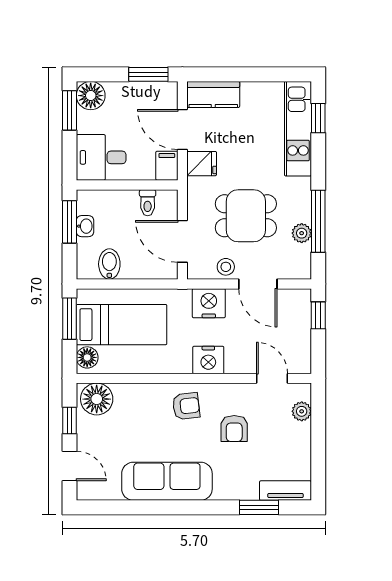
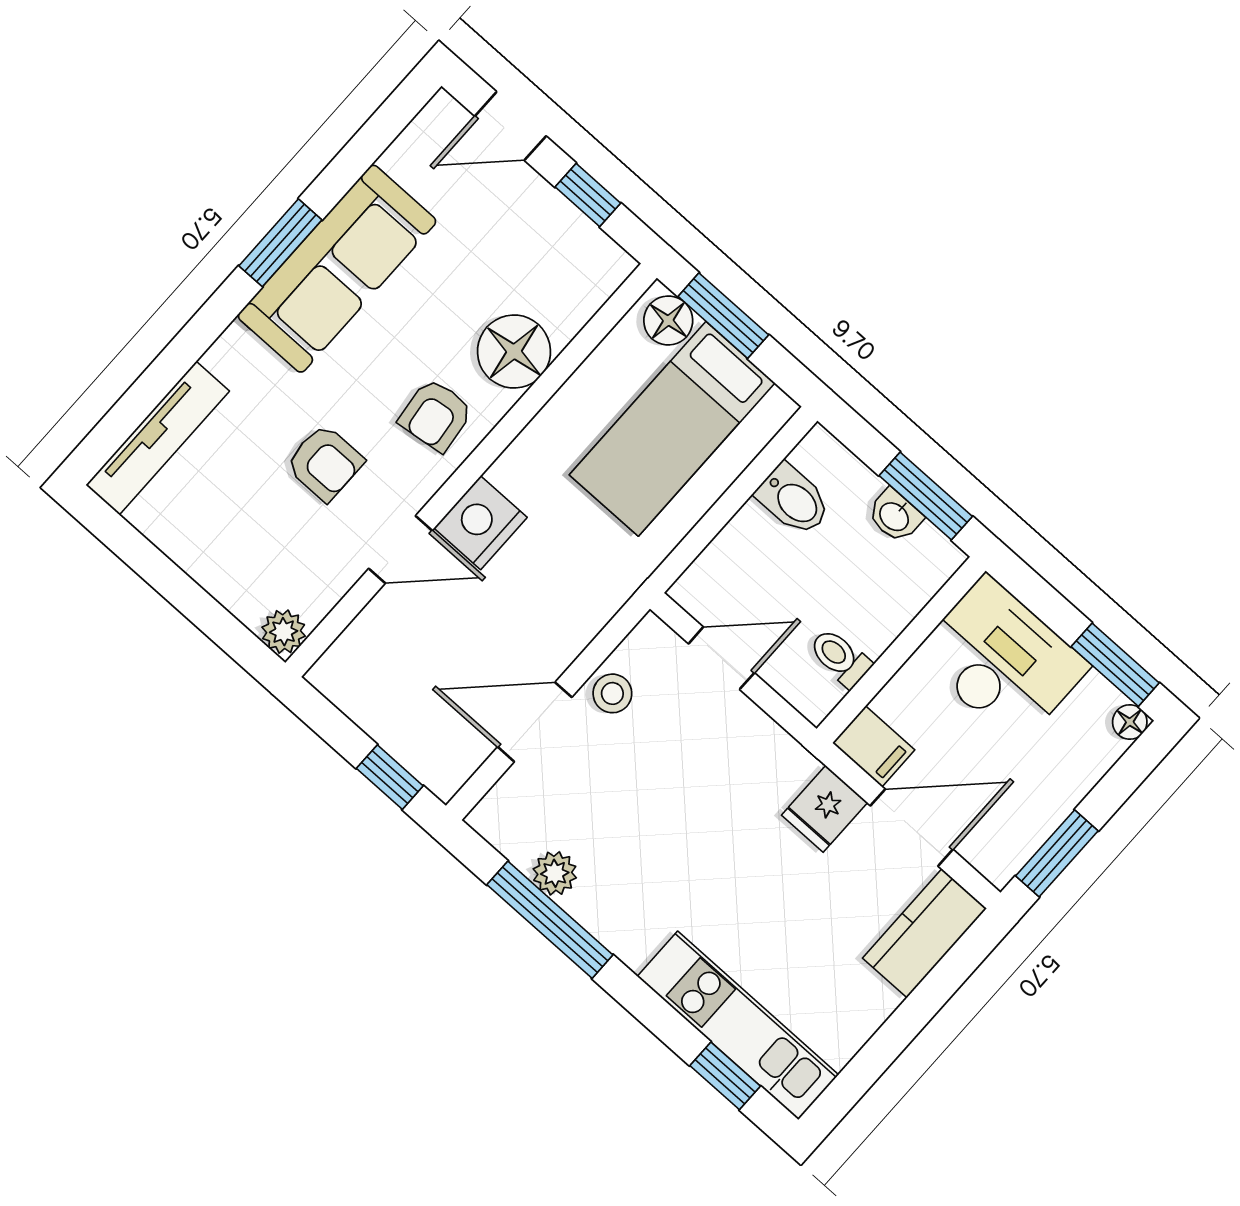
floor lamp: (91, 96) -> (1130, 722), width x0.53, depth x0.53
desk: (101, 157) -> (1002, 660), width x1.37
dining table: (246, 216) -> (669, 805), removed
door: (182, 241) -> (721, 658), width x0.73
nightstand: (209, 303) -> (576, 609), removed
window: (70, 319) -> (723, 316), moved
door: (272, 378) -> (400, 550), moved
floor lamp: (97, 399) -> (514, 352), moved
plant: (302, 411) -> (284, 632), moved
armchair: (234, 429) -> (325, 463), turned 180
tv unit: (285, 491) -> (158, 438), width x1.41
window: (259, 507) -> (280, 243), moved

